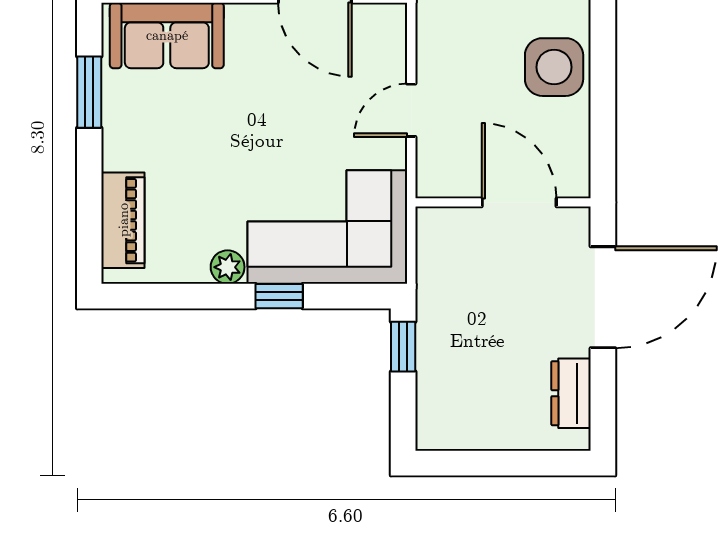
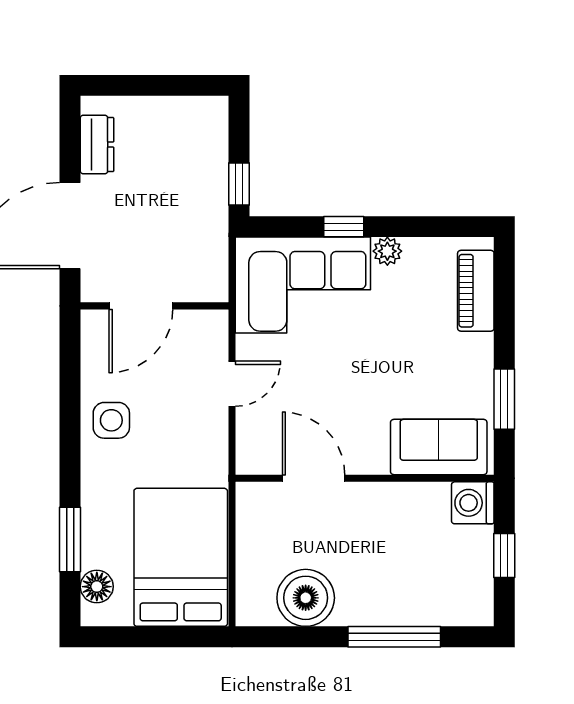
side table: (554, 67) -> (111, 420), width x0.73, depth x0.73
door: (519, 202) -> (141, 306), hinge flipped

